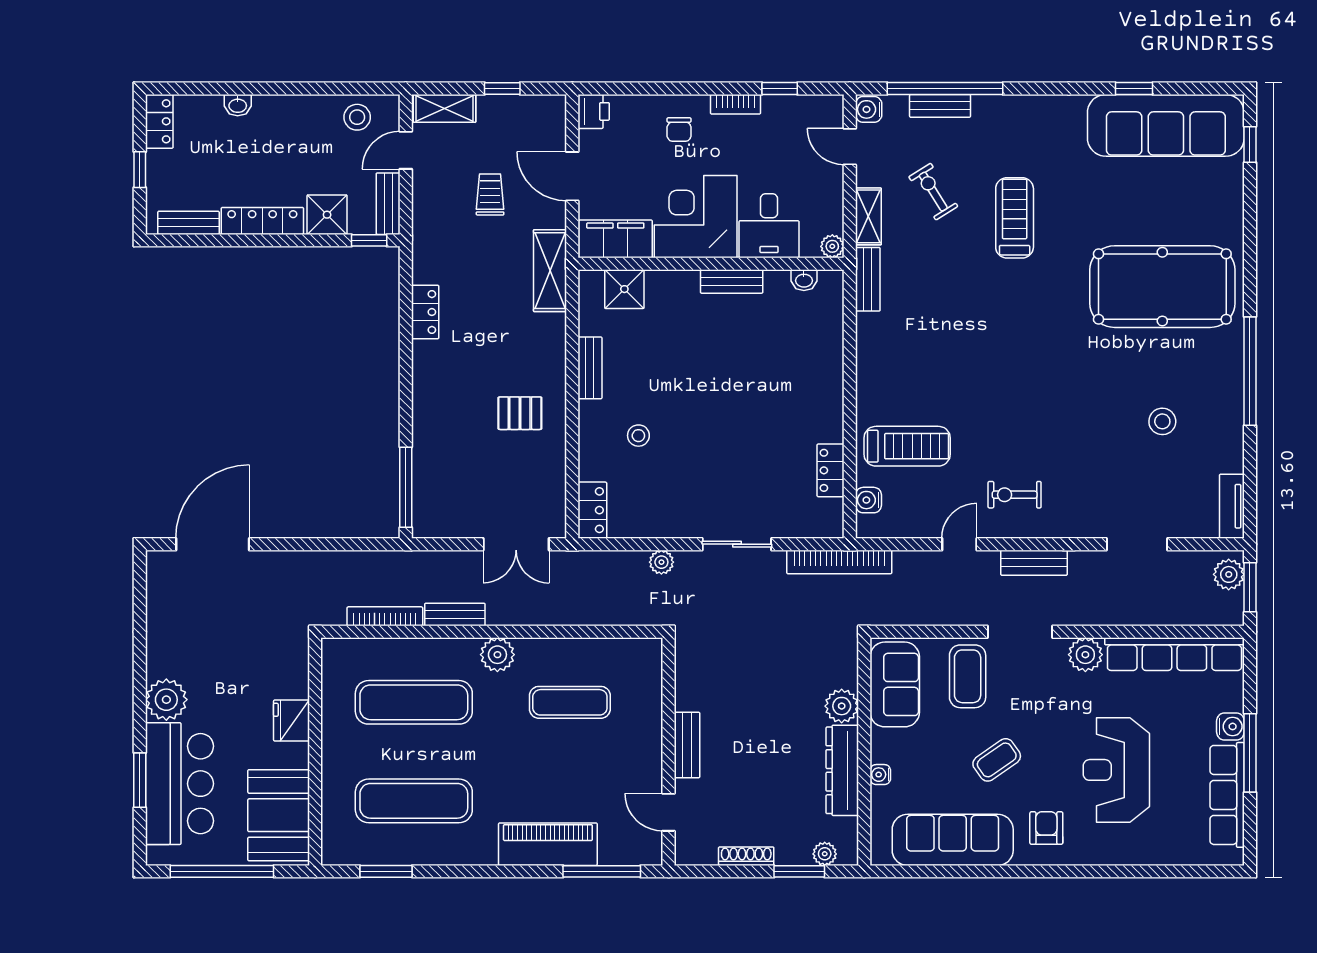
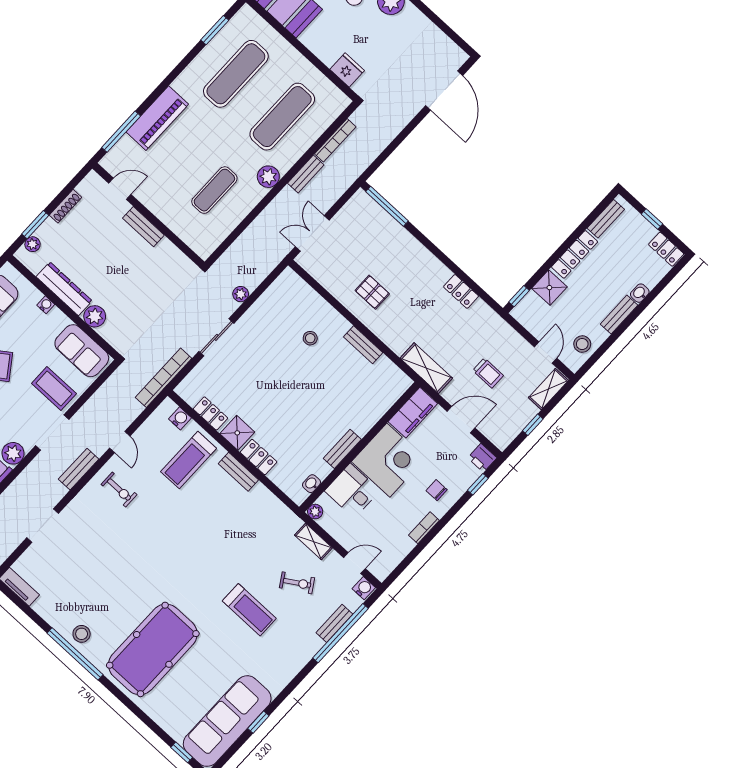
window: (780, 88) -> (478, 484), moved
bench: (388, 204) -> (619, 315), moved, turned 90
bench: (868, 279) -> (238, 472), moved
shower: (624, 289) -> (237, 433), moved
pallet: (520, 413) -> (372, 292), turned 90
stool: (1162, 421) -> (82, 634), moved
exercise bike: (1015, 495) -> (119, 490), turned 90
locker: (592, 510) -> (258, 457), moved, turned 180
fridge: (292, 720) -> (347, 70), moved

